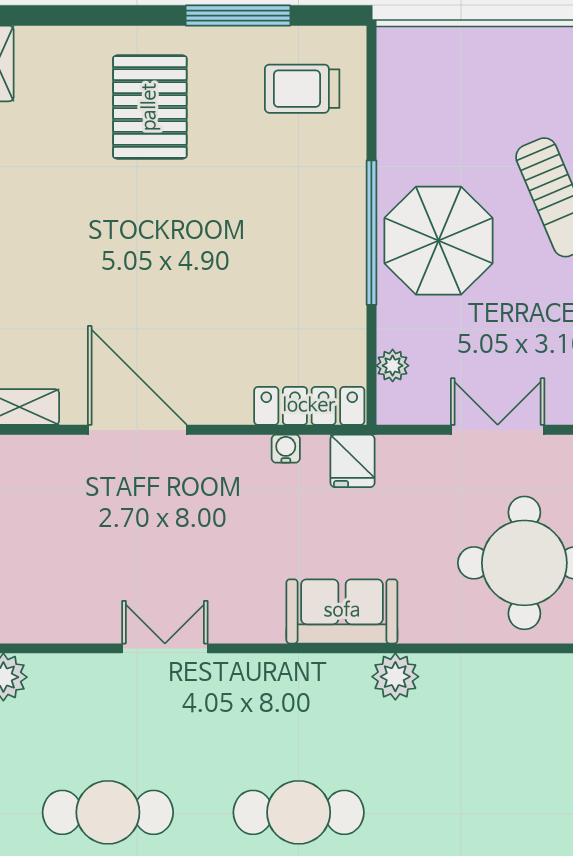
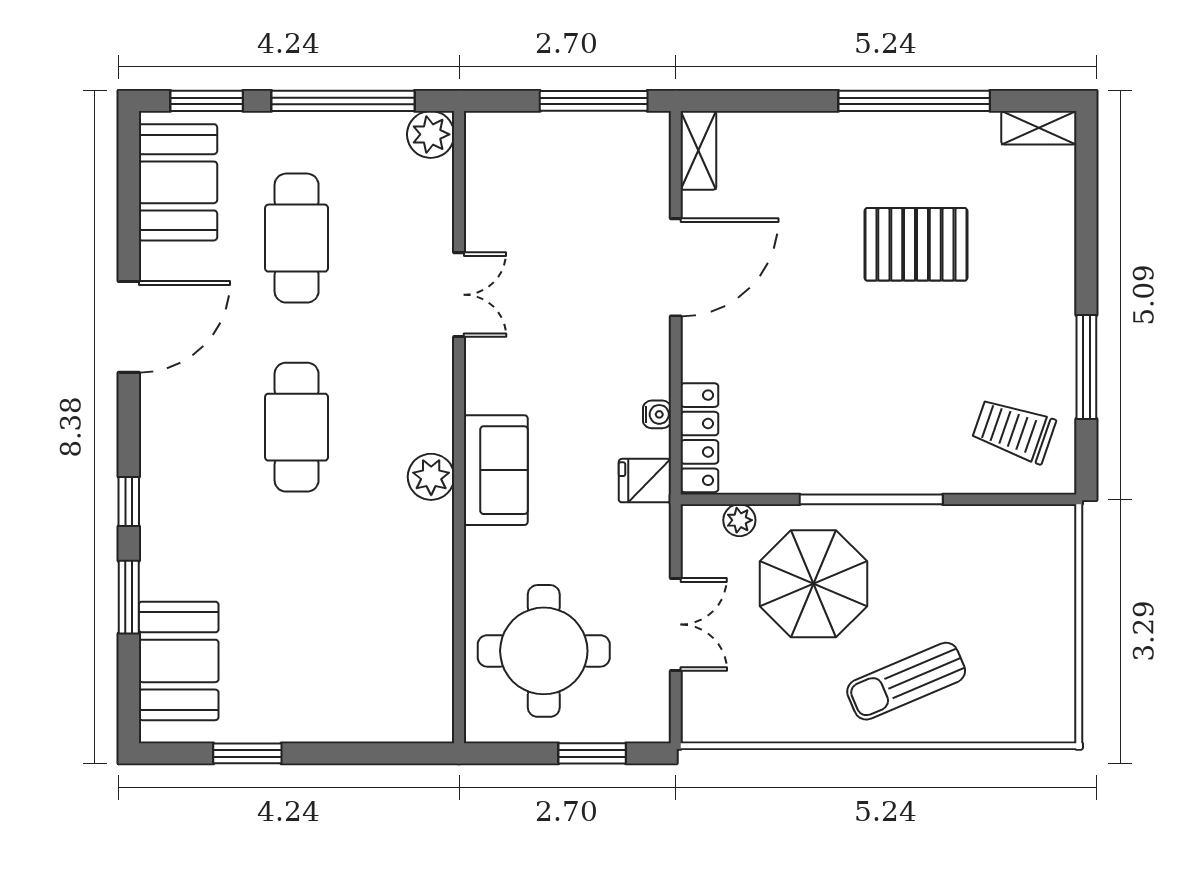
trolley: (302, 89) -> (1014, 431), turned -71
pallet: (150, 107) -> (916, 244), moved
parasol: (439, 241) -> (813, 584), moved
plant: (395, 677) -> (431, 477), moved

